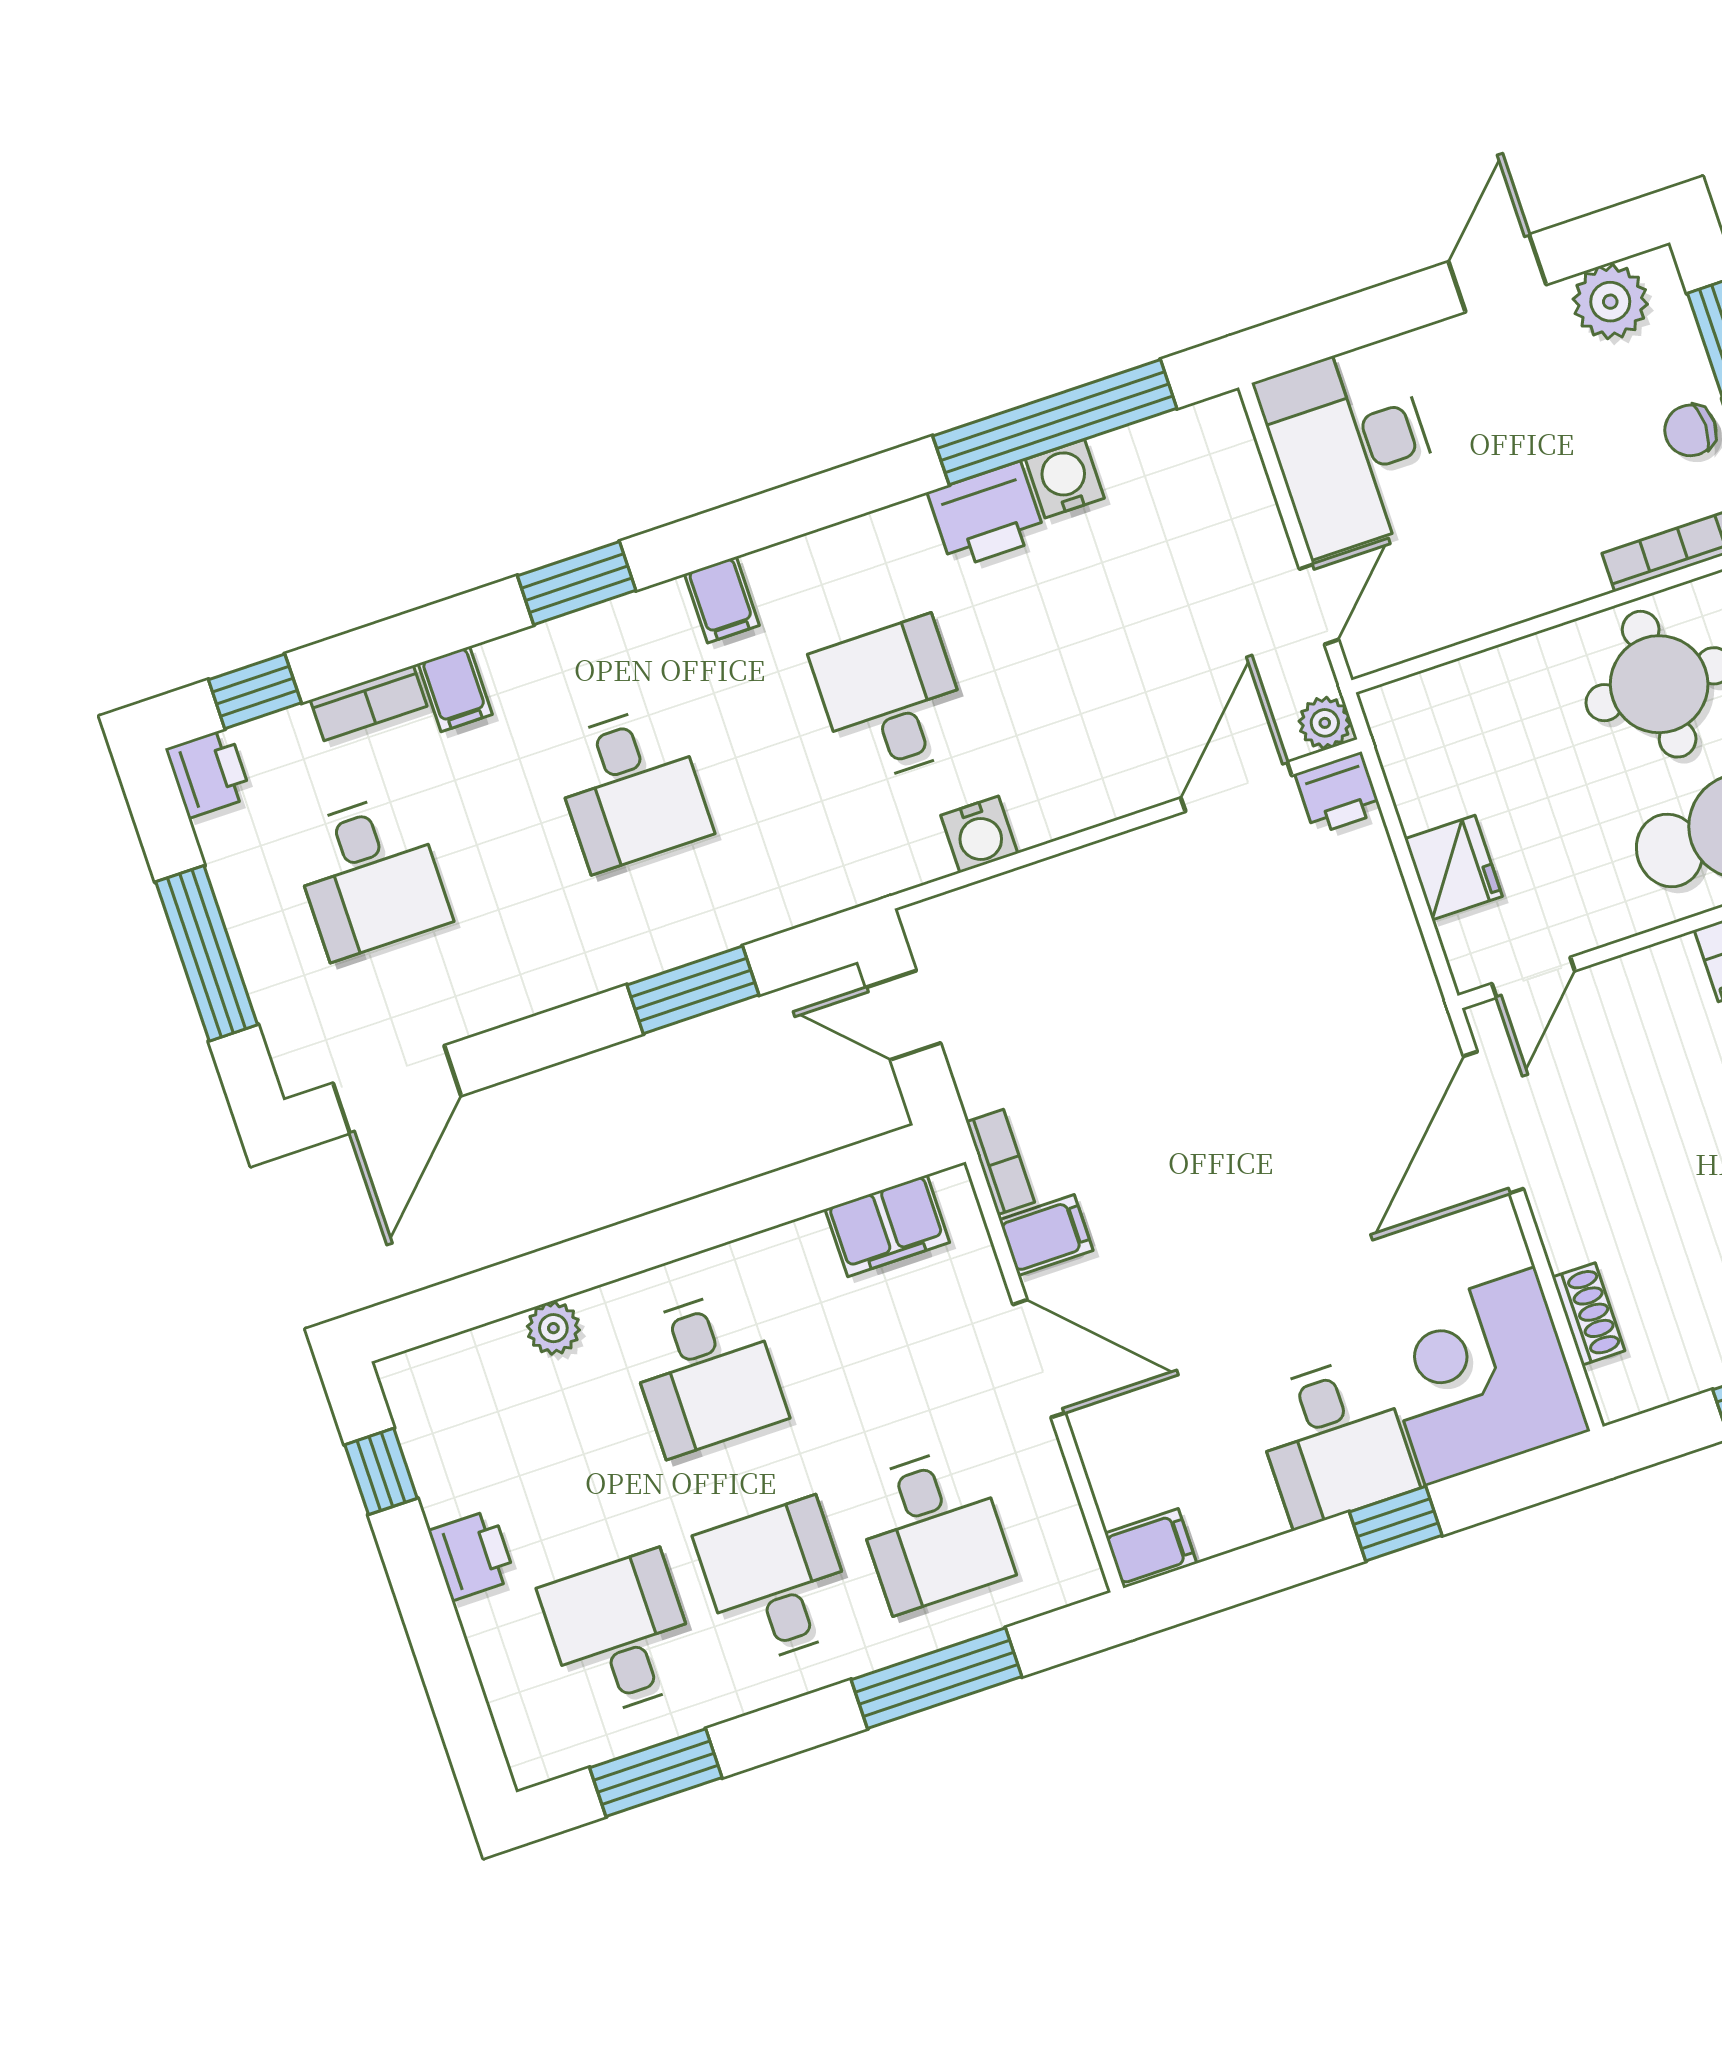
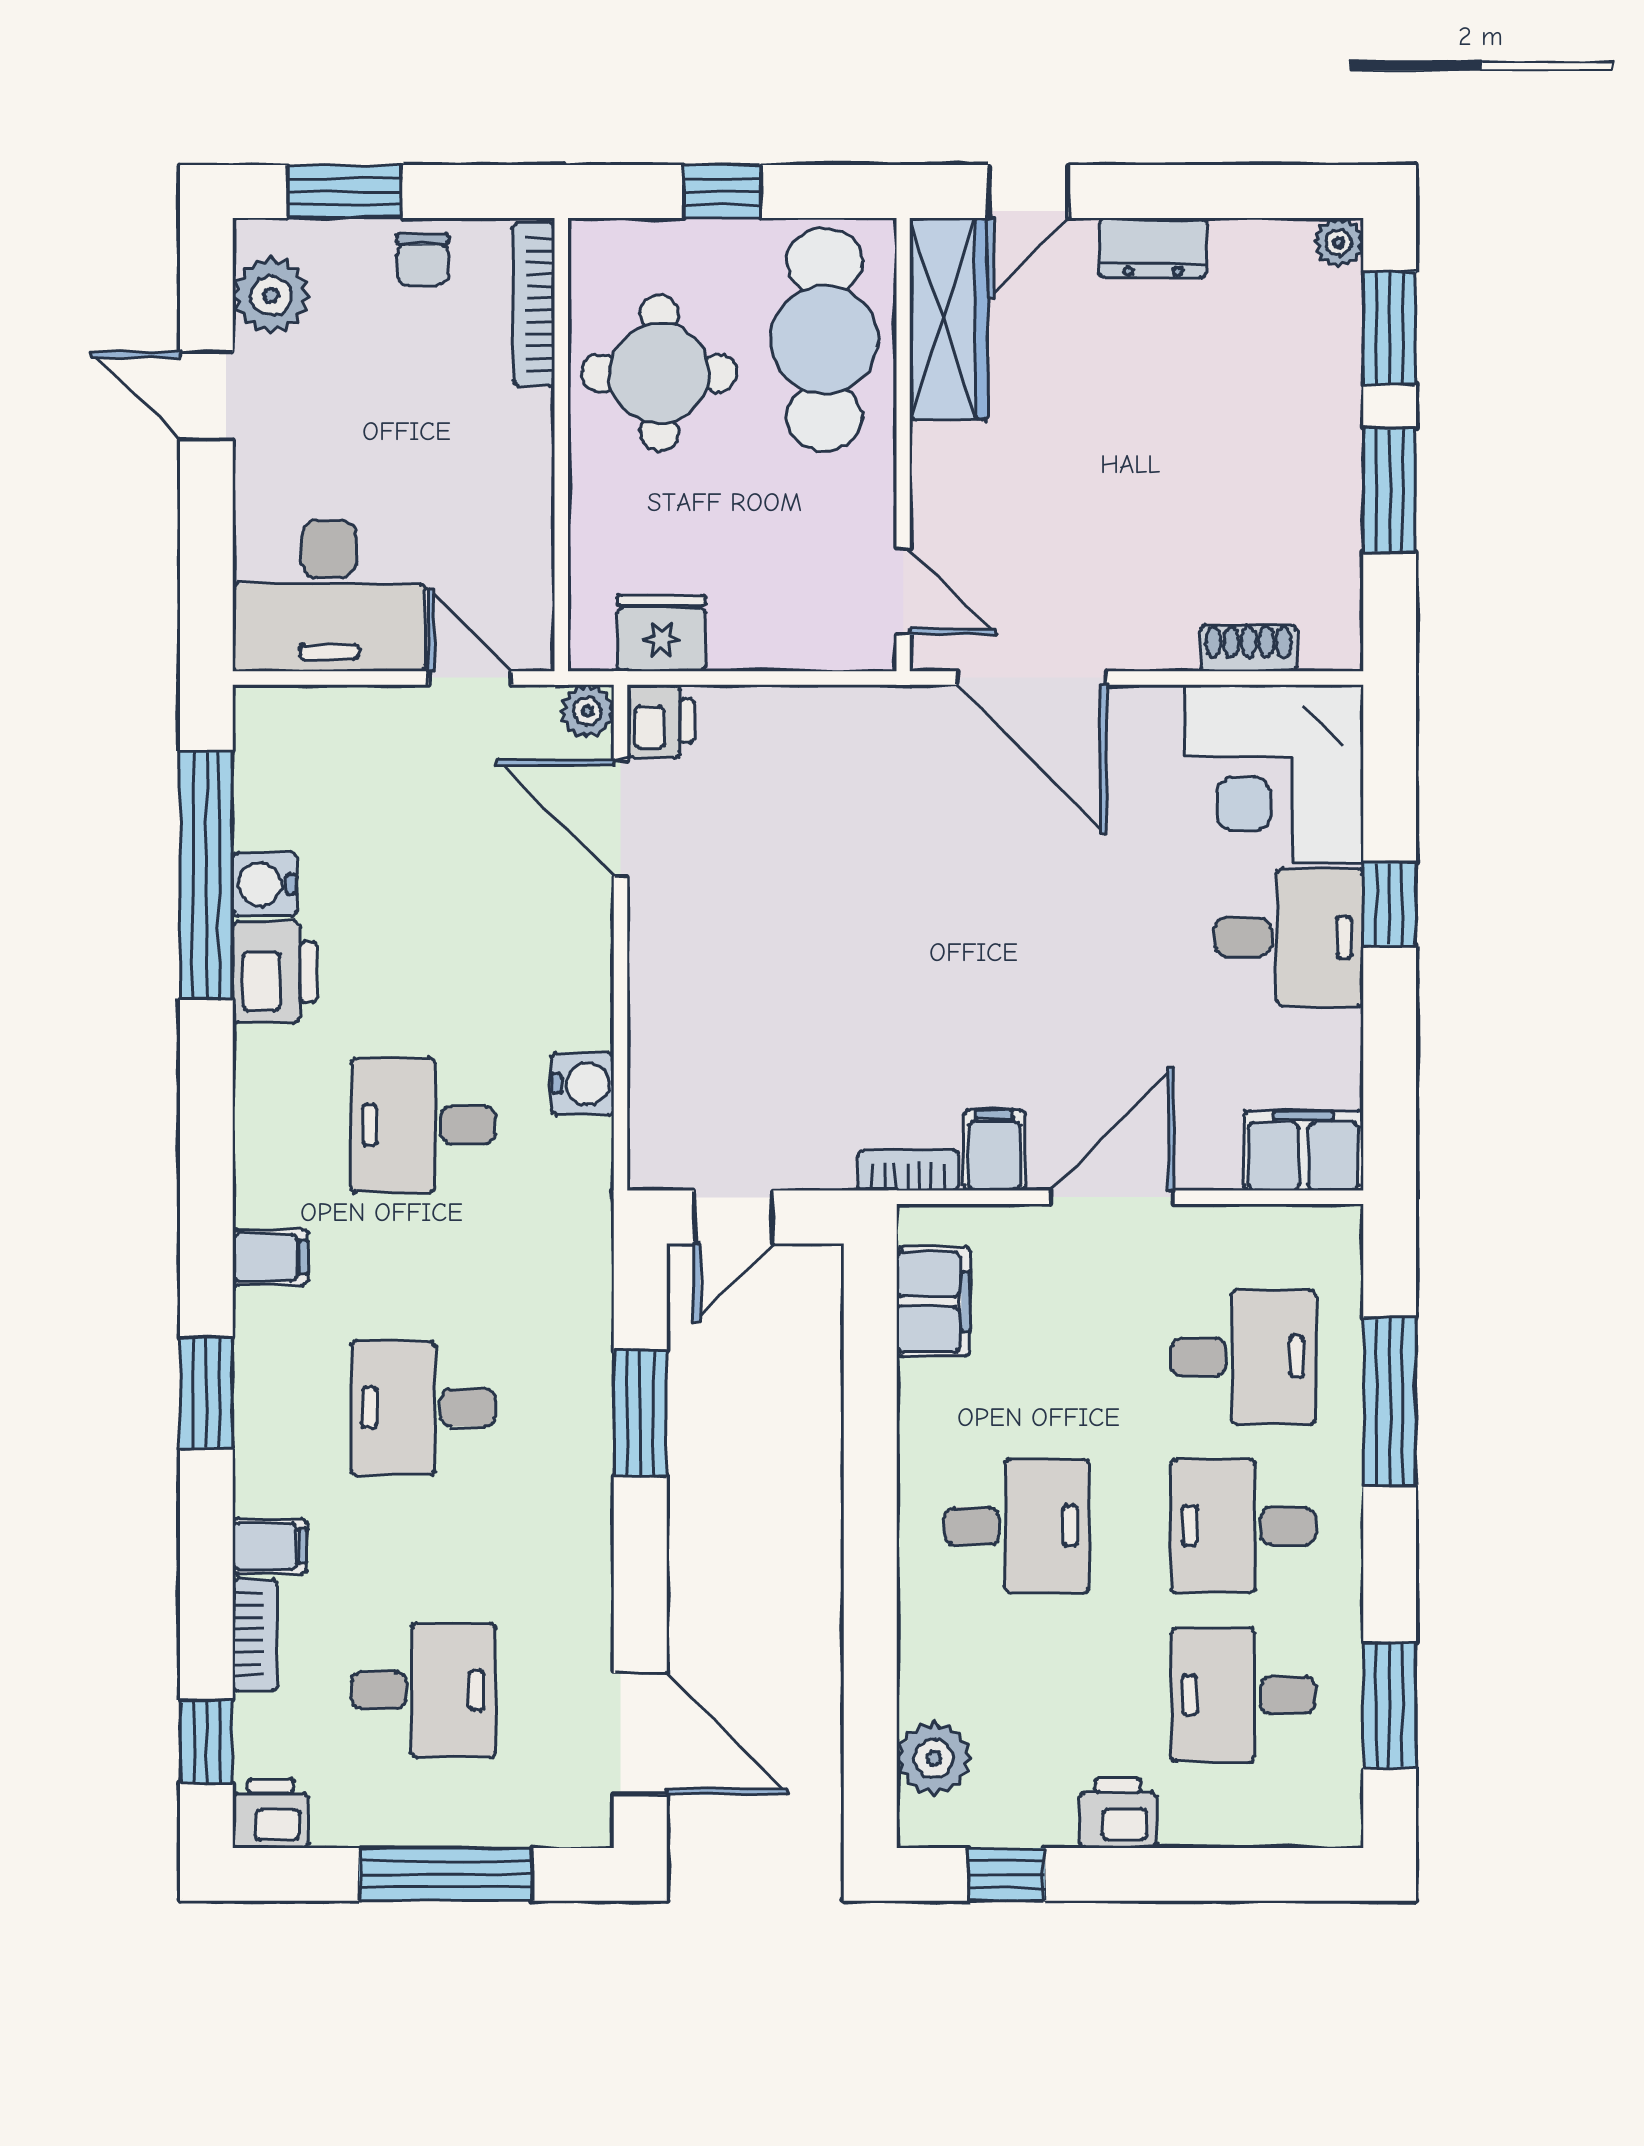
desk: (631, 788) -> (423, 1408), turned 180
fridge: (1453, 868) -> (661, 633), moved
plant: (553, 1328) -> (934, 1758), moved, width x1.38, depth x1.38
filing cabinet: (1151, 1548) -> (1303, 1151), width x2.00

